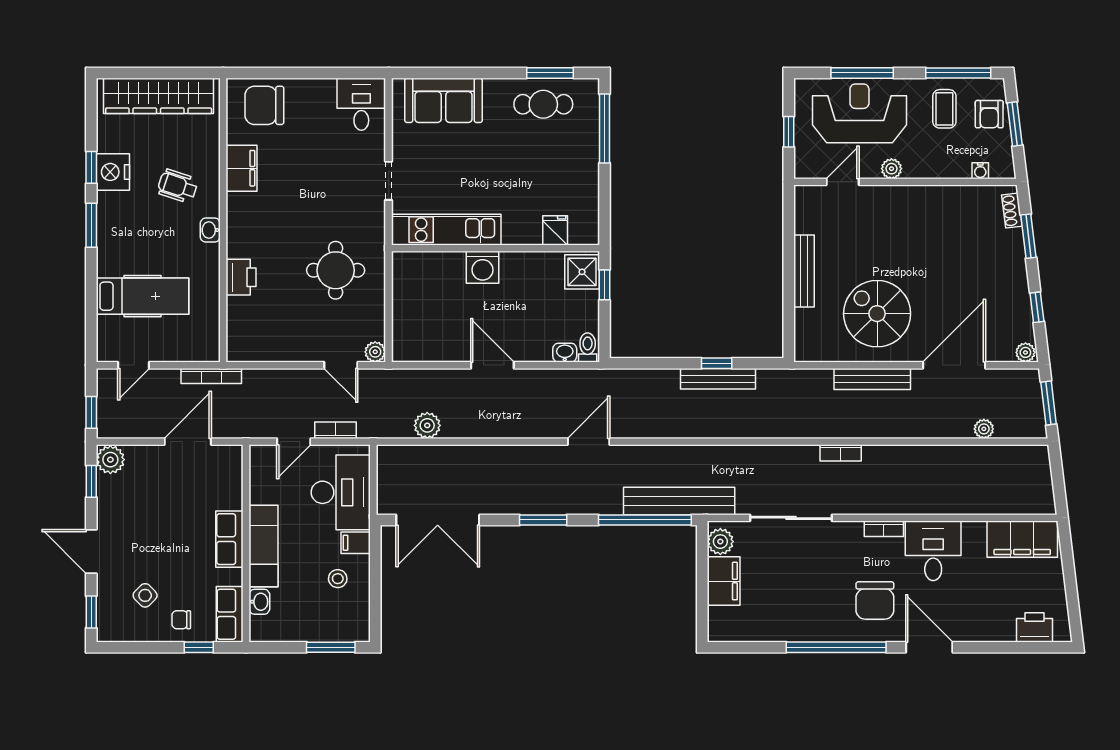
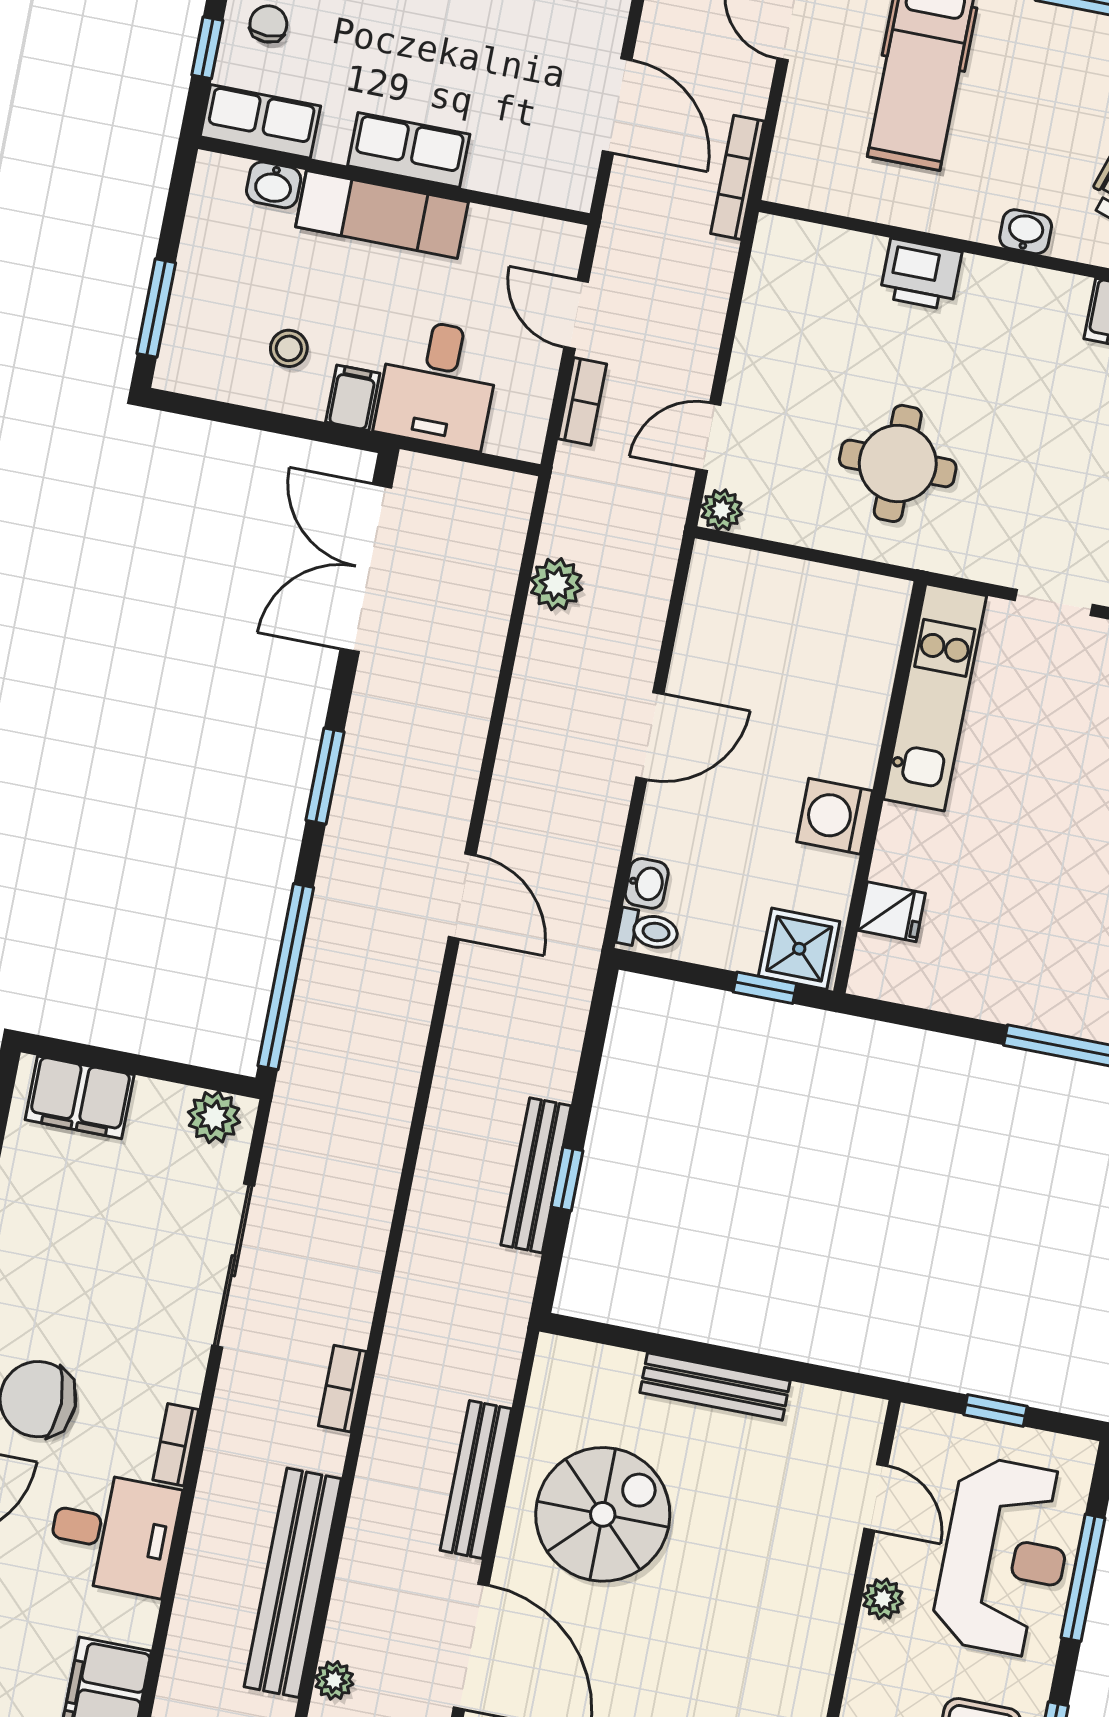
washing machine: (483, 267) -> (835, 816), moved
desk: (341, 492) -> (438, 384), width x0.73
bench: (679, 501) -> (293, 1583), moved
filing cabinet: (724, 581) -> (80, 1097), moved

